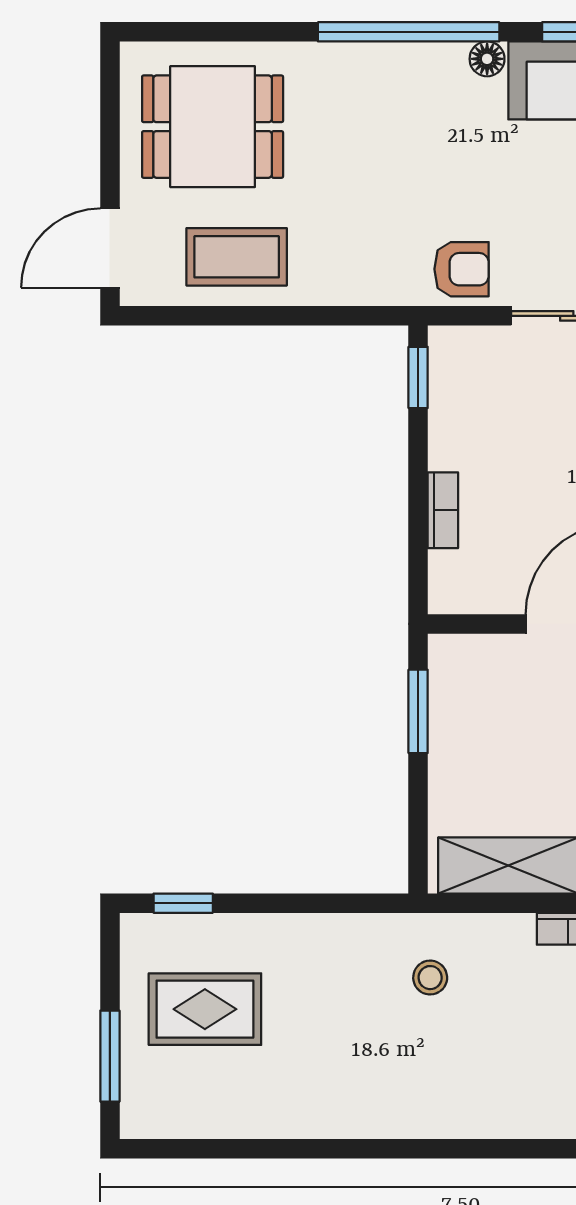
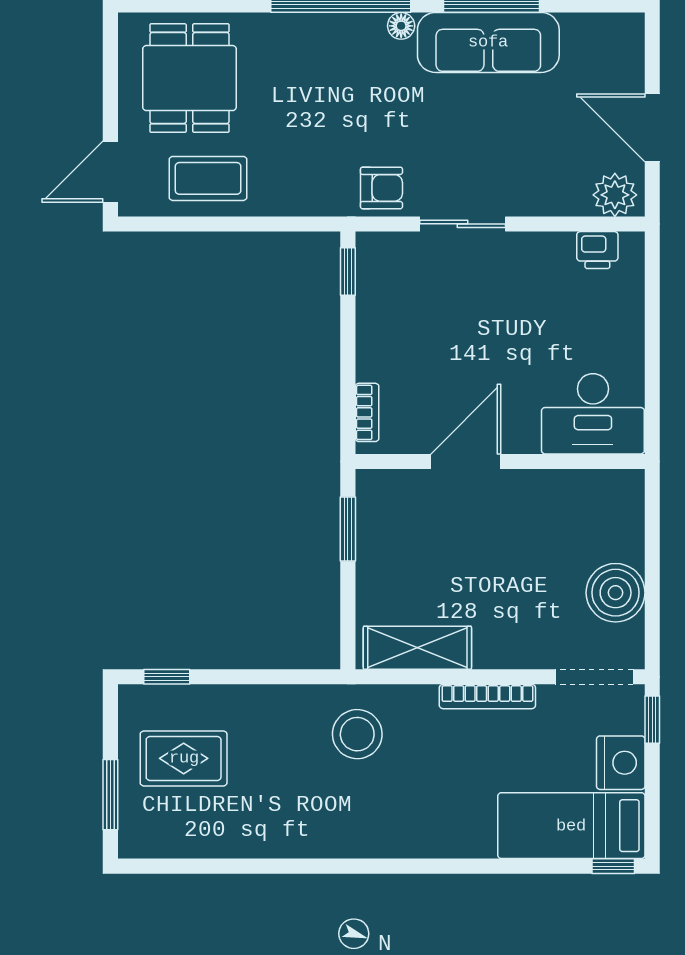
dining table: (213, 127) -> (189, 78), turned 90
bookcase: (443, 510) -> (367, 412), moved
stool: (430, 978) -> (357, 734), width x1.89, depth x1.89

